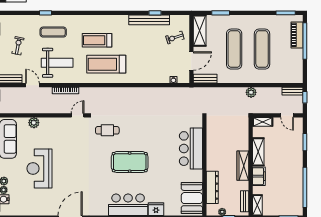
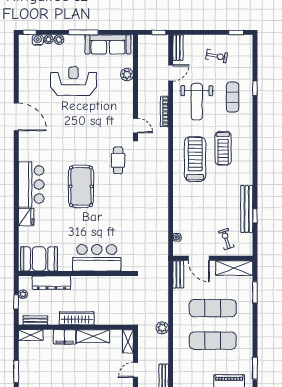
treadmill: (97, 40) -> (223, 148), turned 180

